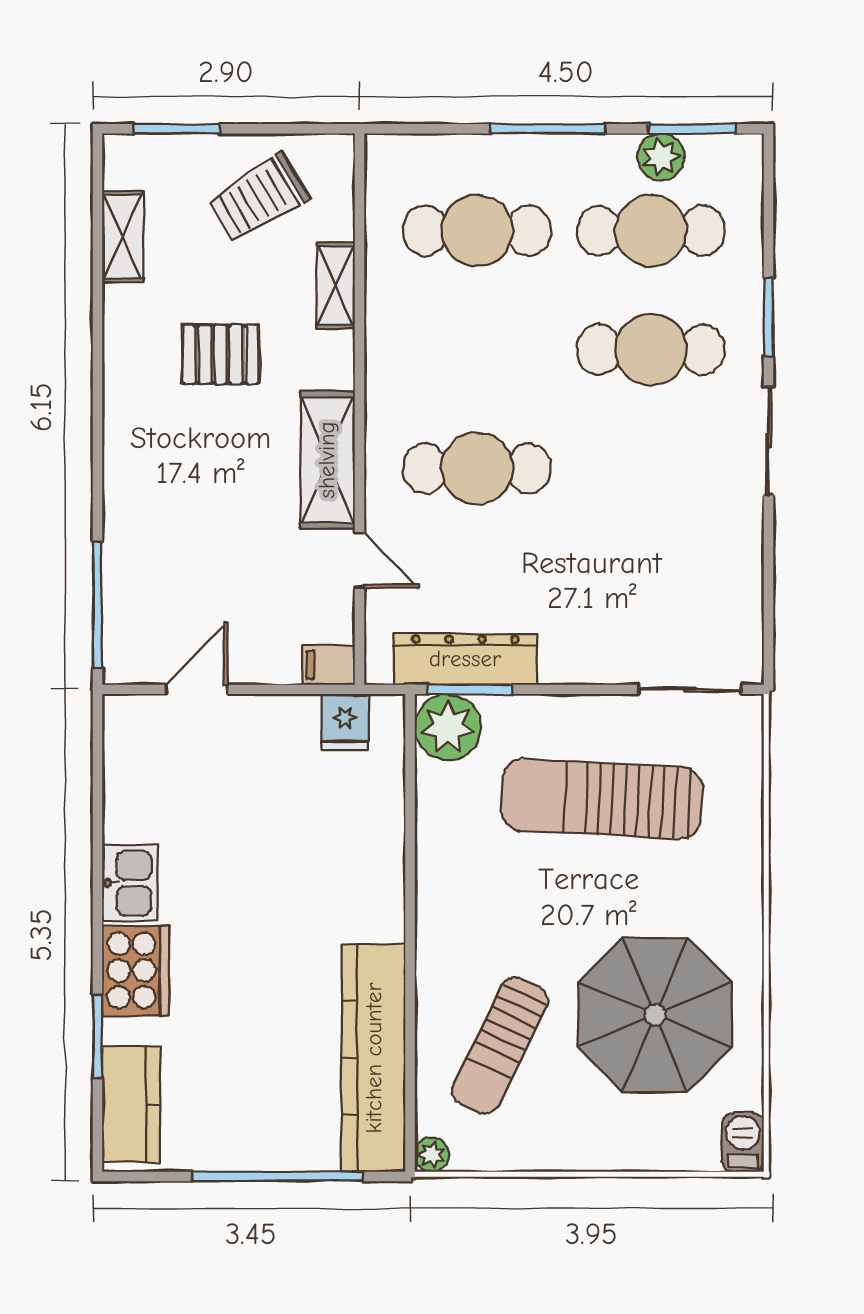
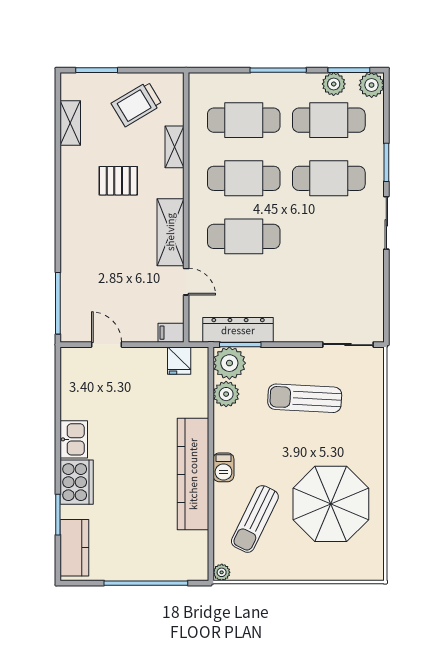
plant: (738, 159) -> (372, 85), added
cafe table: (477, 350) -> (244, 178), added
door: (197, 689) -> (107, 345), hinge flipped
plant: (441, 790) -> (226, 394), added
sun lounger: (602, 799) -> (305, 398), width x0.73, depth x0.75
kitchen counter: (374, 1058) -> (193, 474), moved
barbecue: (743, 1142) -> (223, 467), moved, turned 180

